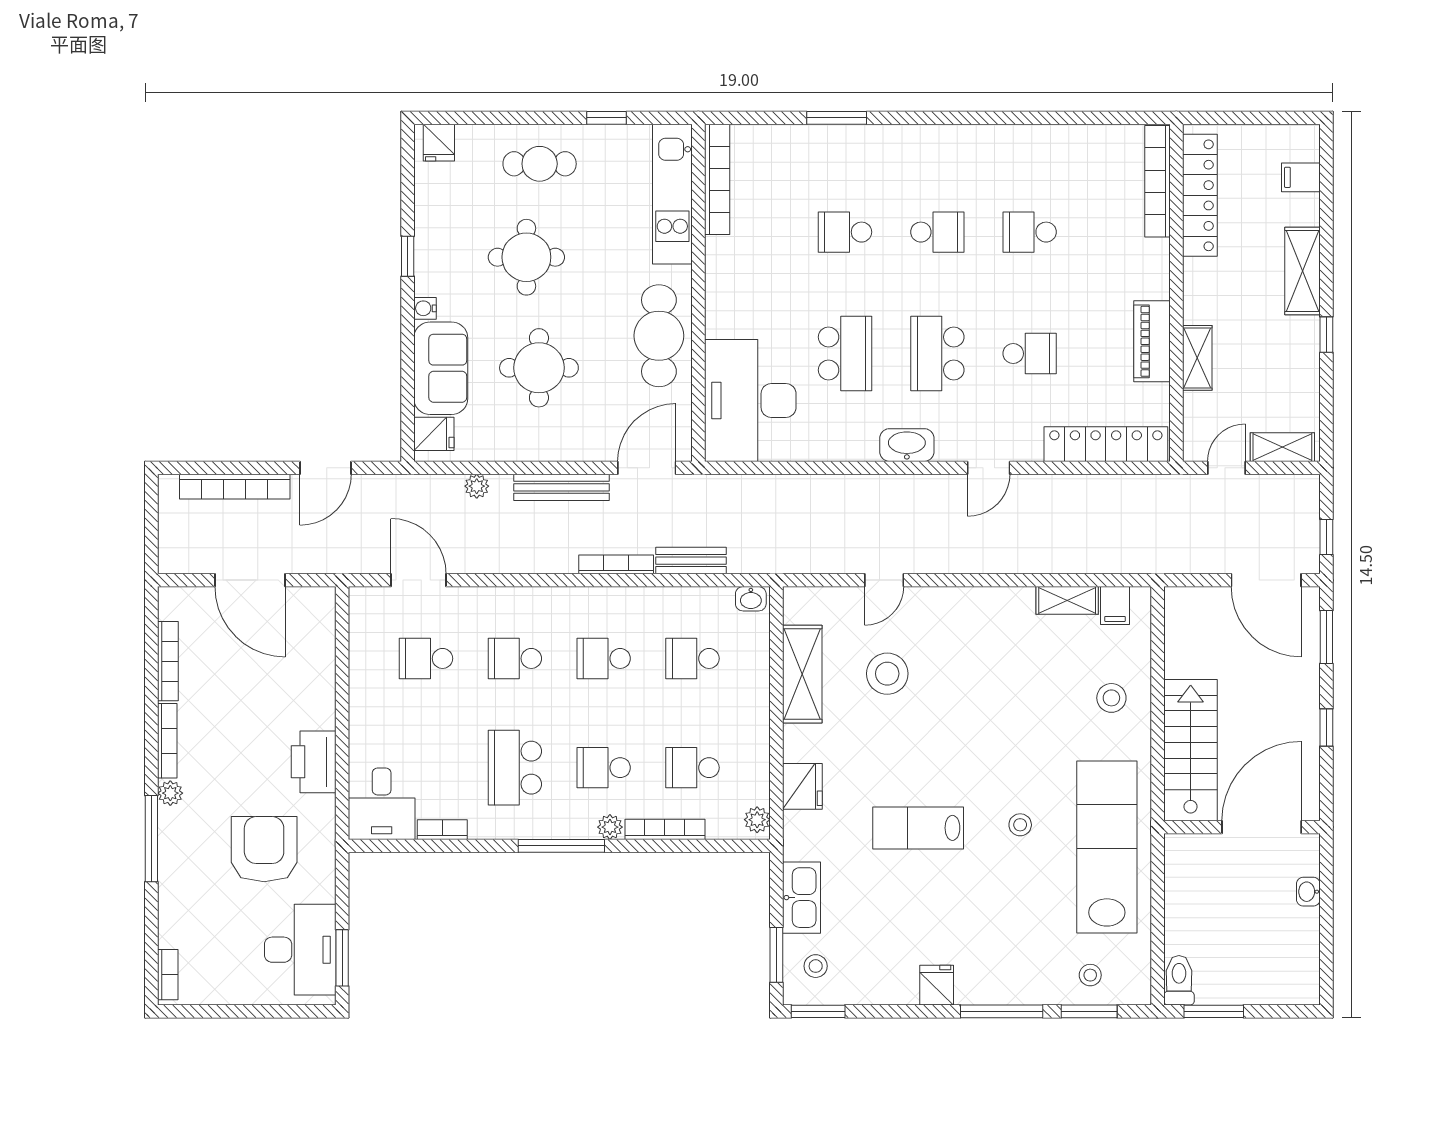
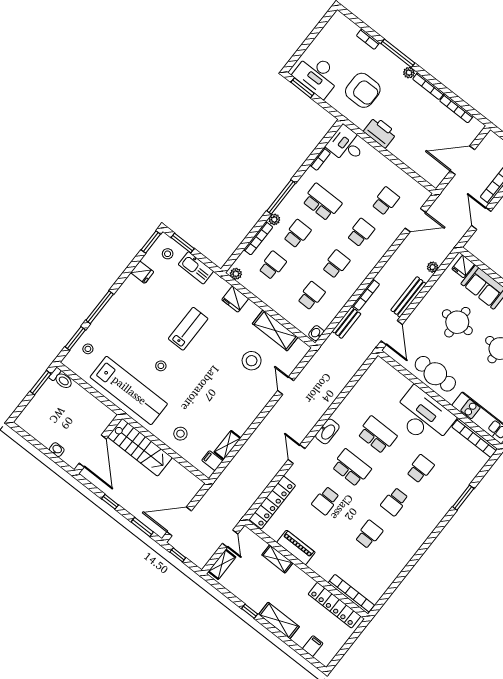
school desk: (845, 354) -> (377, 435), turned 180
desk: (750, 401) -> (423, 417), moved
bookcase: (168, 975) -> (368, 39), moved
fridge: (937, 985) -> (142, 272), moved

